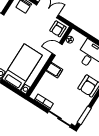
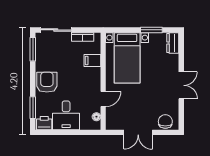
armchair: (58, 29) -> (115, 120), removed
filing cabinet: (54, 70) -> (92, 60), moved

